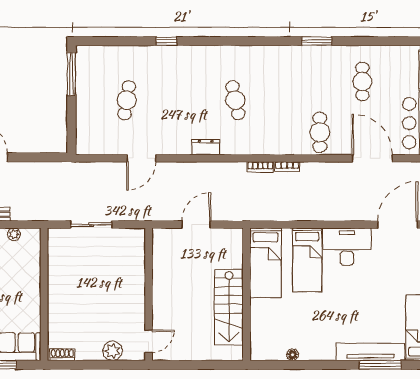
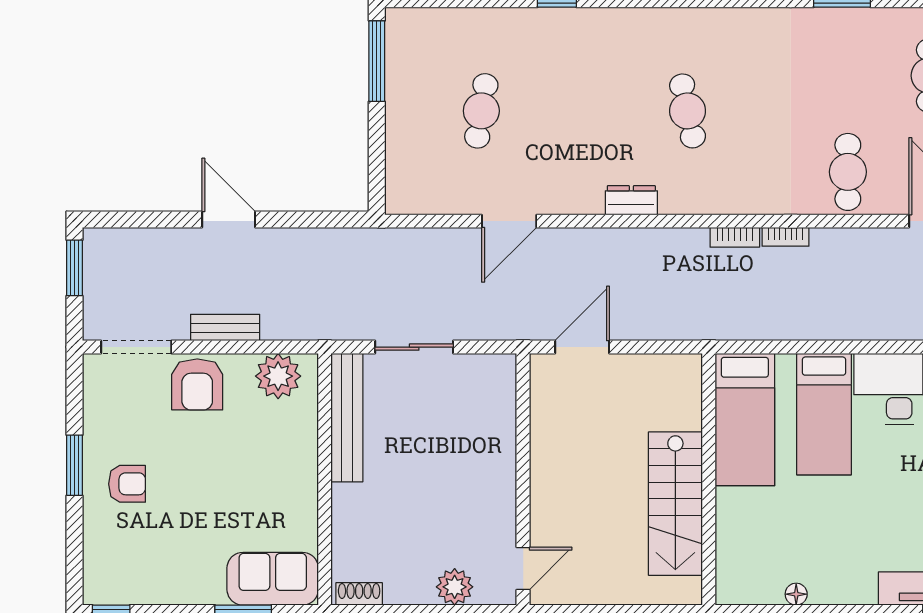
door: (196, 225) -> (582, 347), moved
plant: (14, 234) -> (278, 376), width x1.88, depth x1.88
bench: (56, 262) -> (347, 418), added

